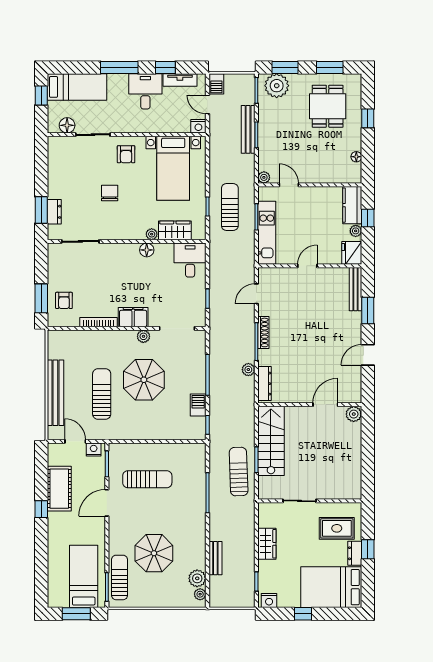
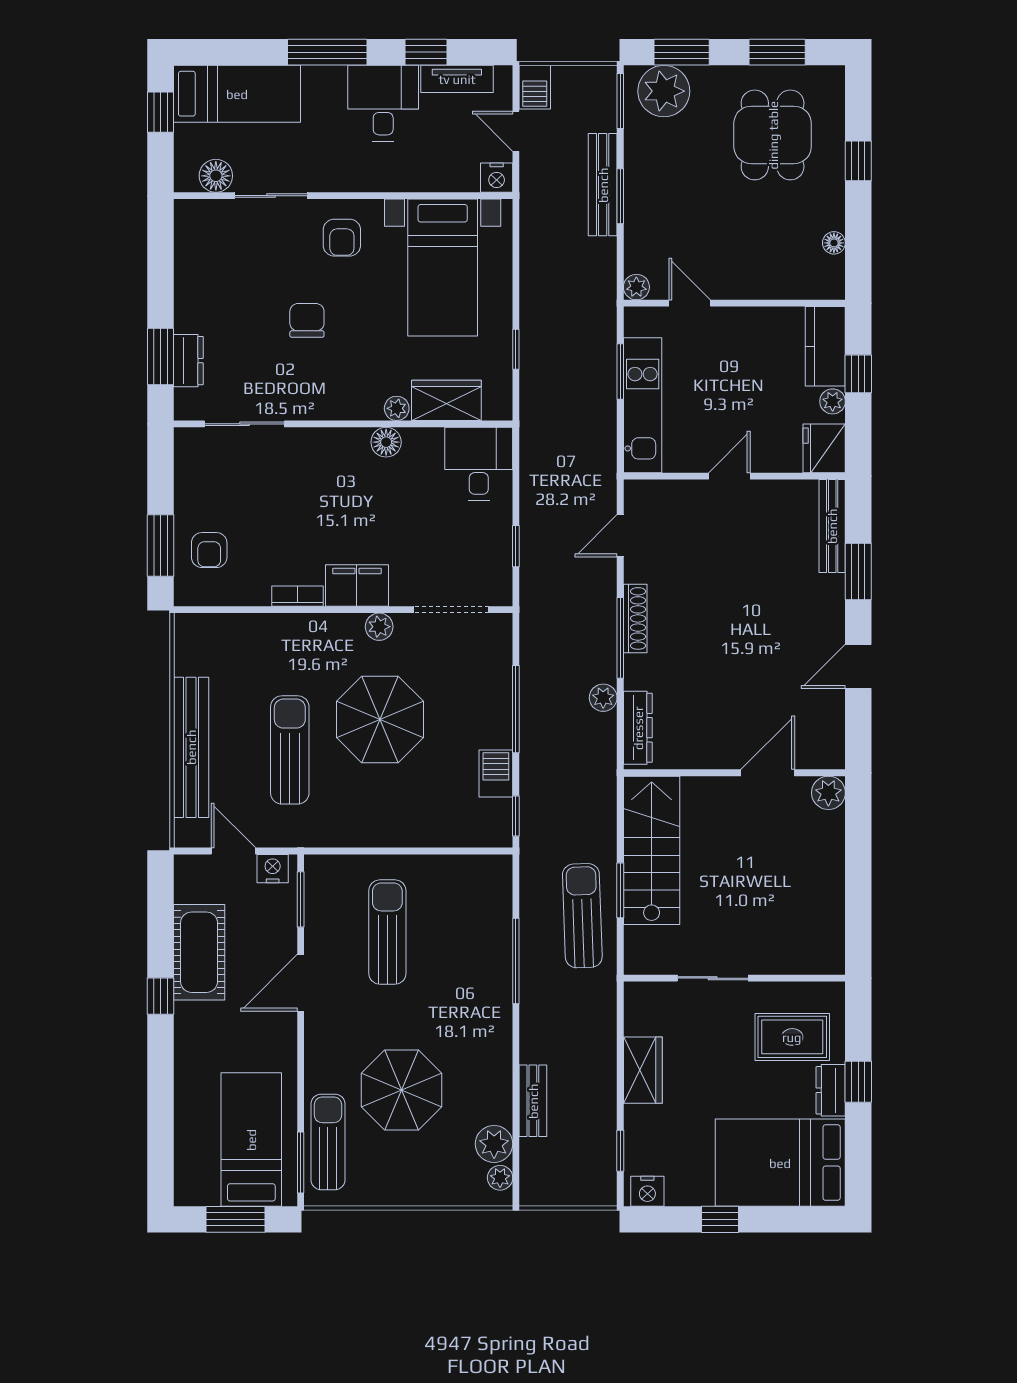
sun lounger: (230, 207) -> (564, 350), removed
bookcase: (99, 322) -> (297, 596), width x0.64
sun lounger: (147, 479) -> (387, 932), turned -90

